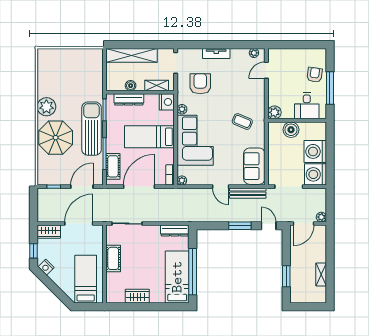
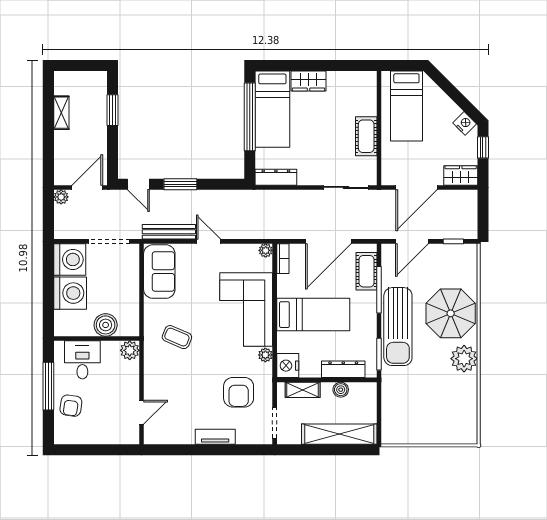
plant: (254, 53) -> (160, 438), removed
wardrobe: (137, 296) -> (308, 81), moved

